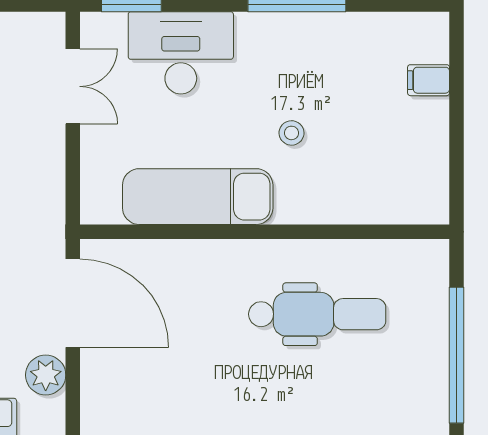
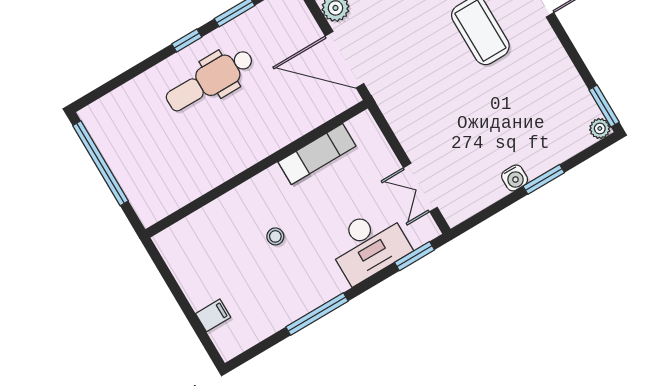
exam couch: (198, 197) -> (317, 154), width x0.73, depth x0.69
dental chair: (317, 314) -> (210, 80), moved

